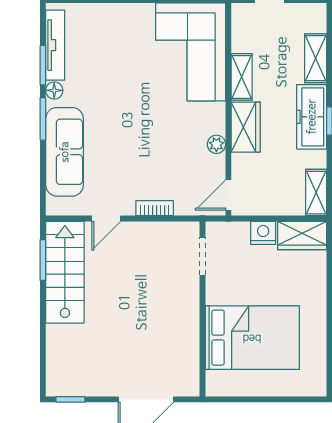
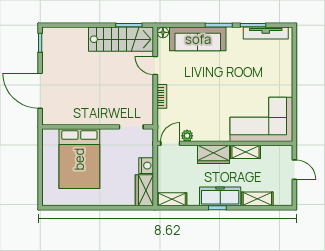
floor lamp: (54, 90) -> (163, 32), moved
plant: (216, 144) -> (187, 136), moved
door: (228, 195) -> (170, 143), hinge flipped

